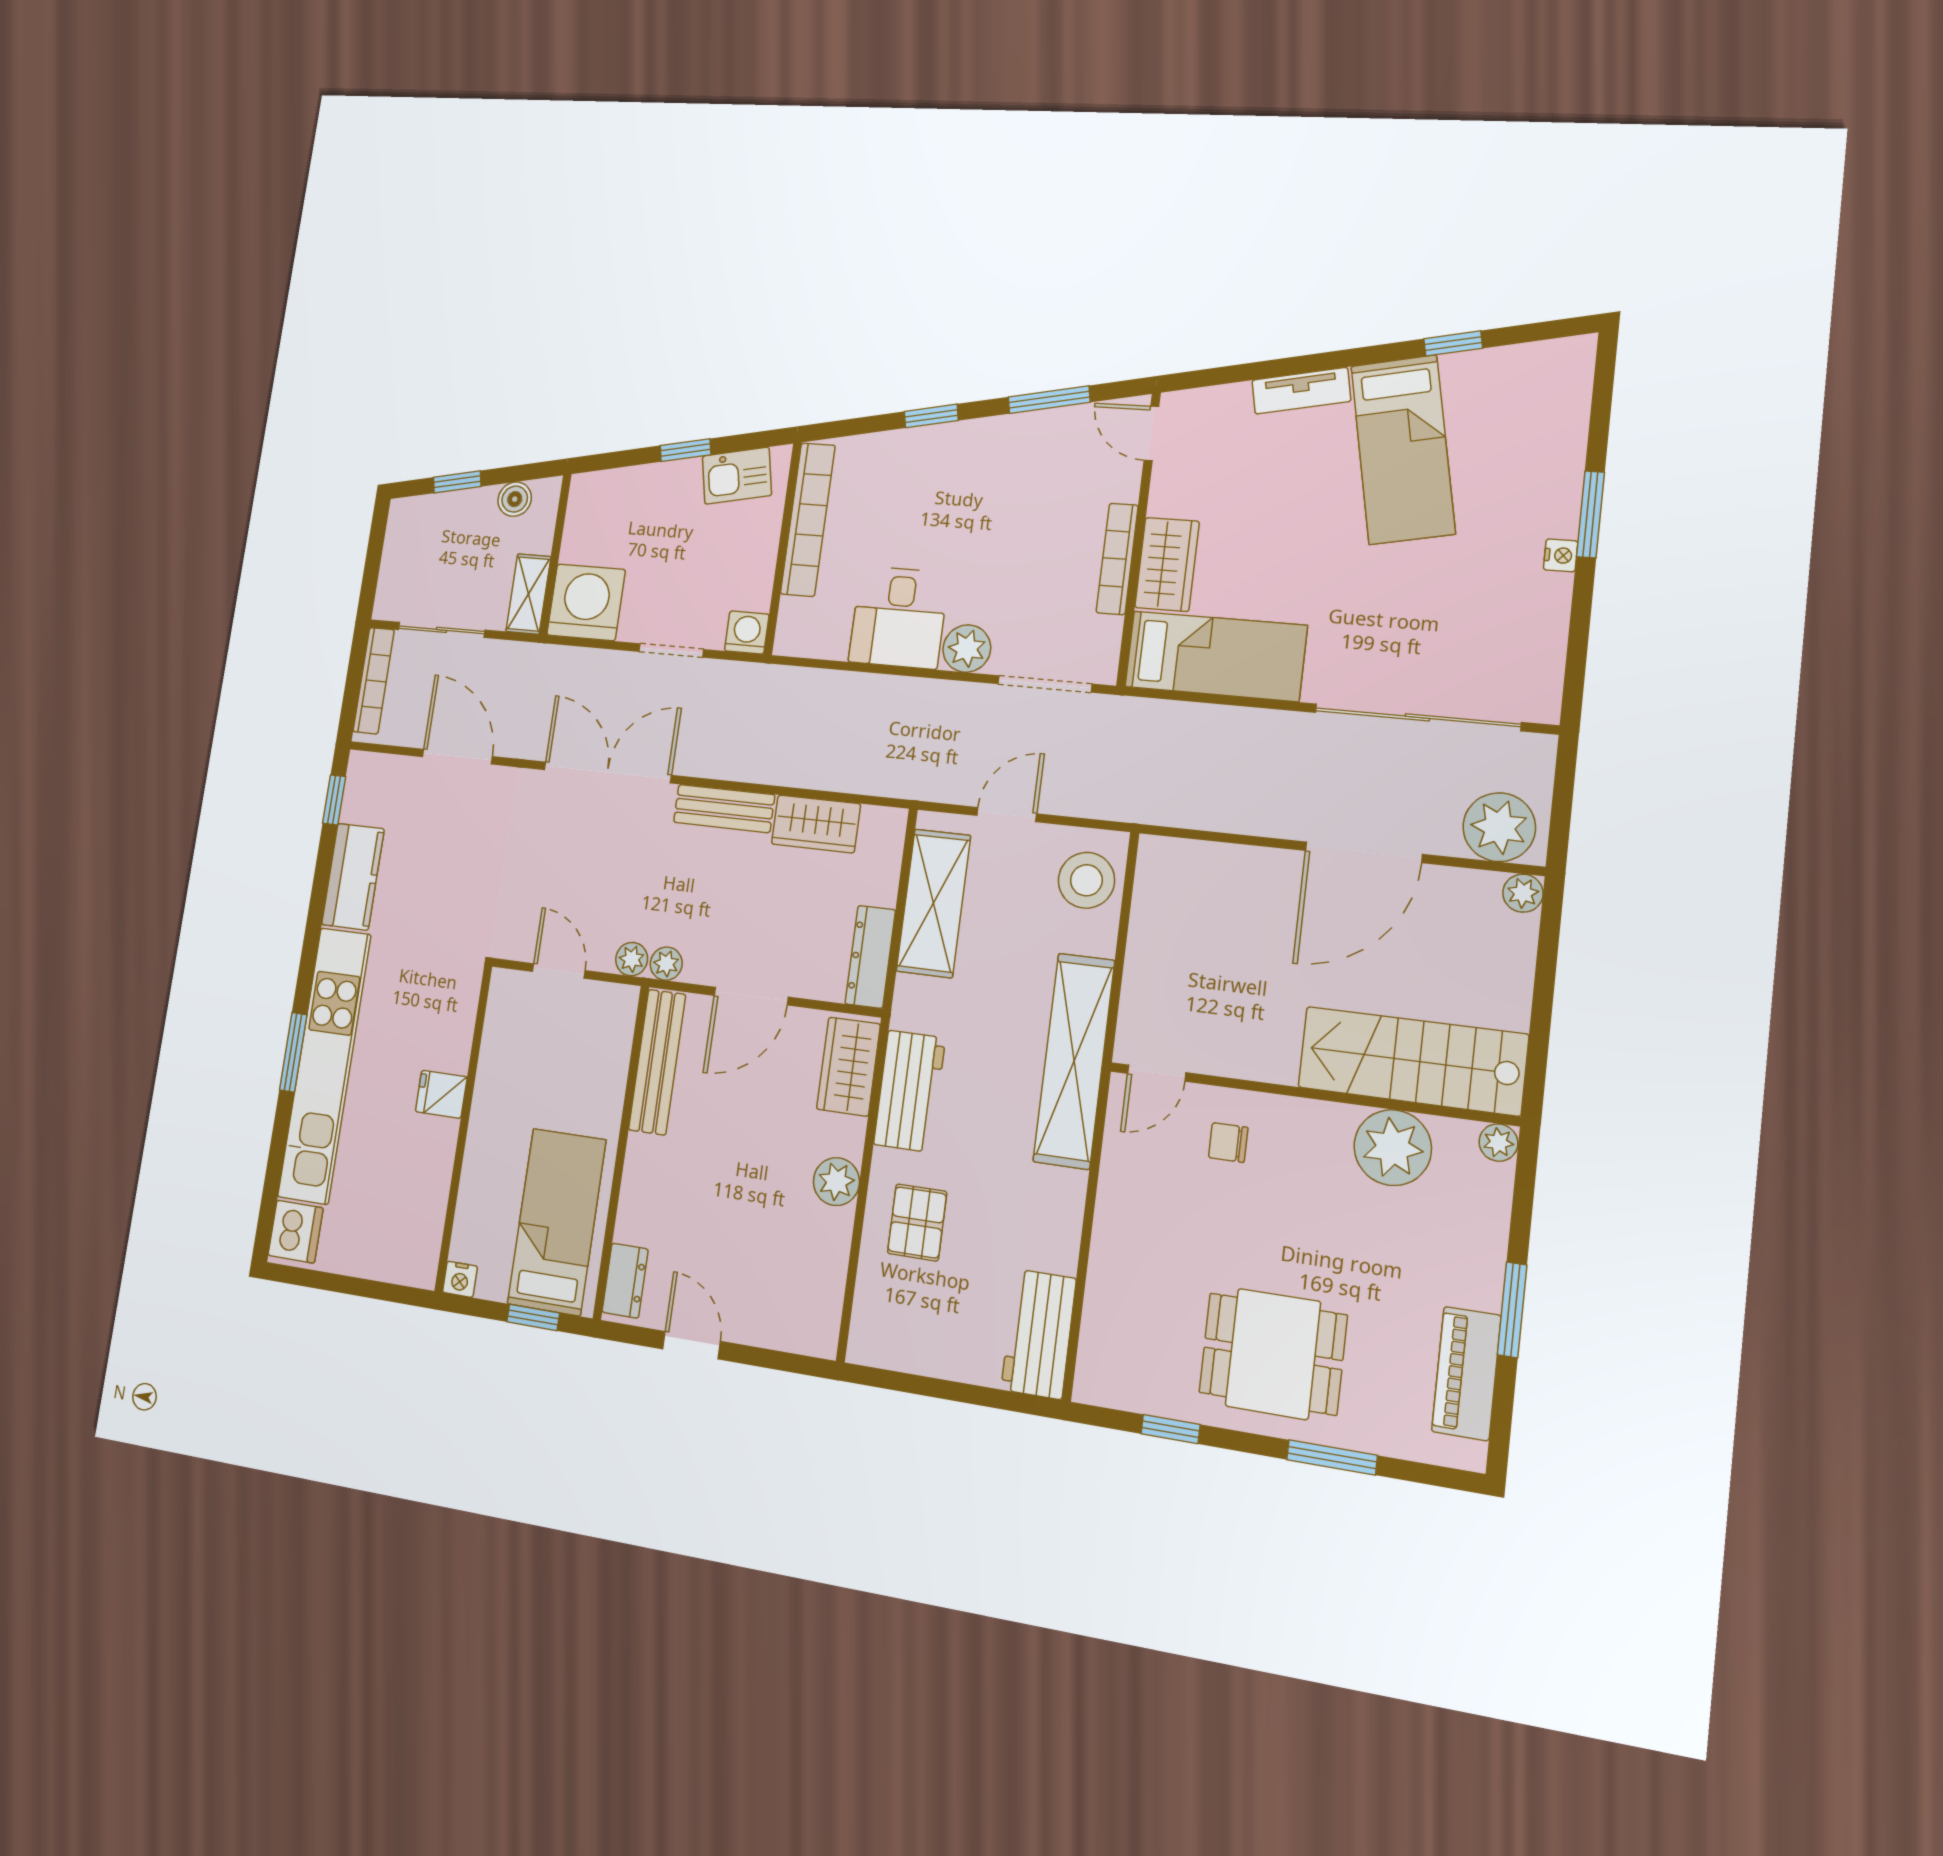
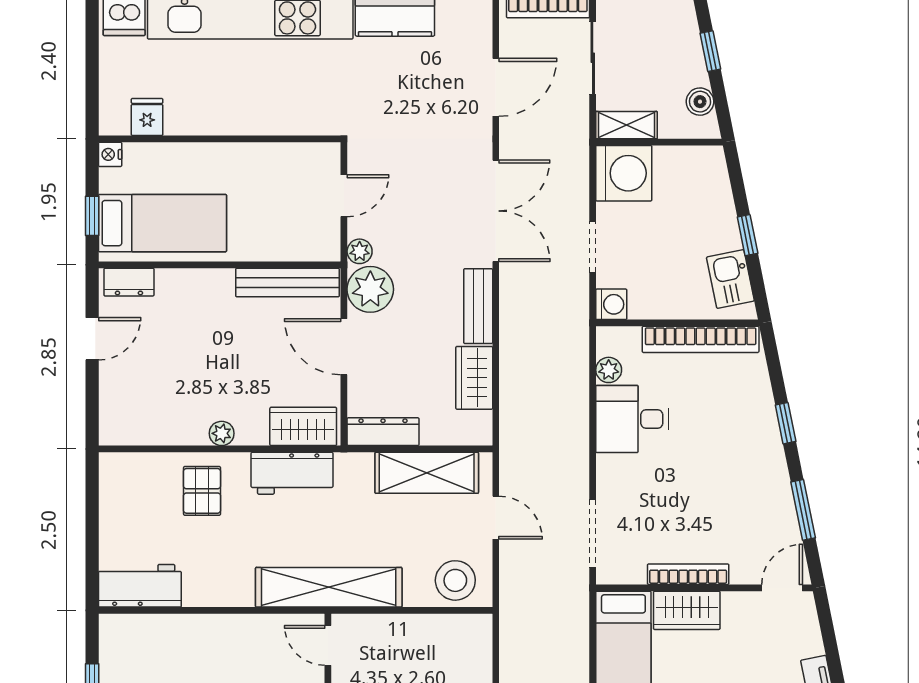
plant: (967, 649) -> (609, 370), moved, width x0.73, depth x0.73
plant: (666, 964) -> (370, 289), width x1.87, depth x1.87
fridge: (441, 1094) -> (147, 117), moved
plant: (836, 1182) -> (222, 433), width x0.73, depth x0.73
pallet: (917, 1222) -> (202, 491), turned 90

